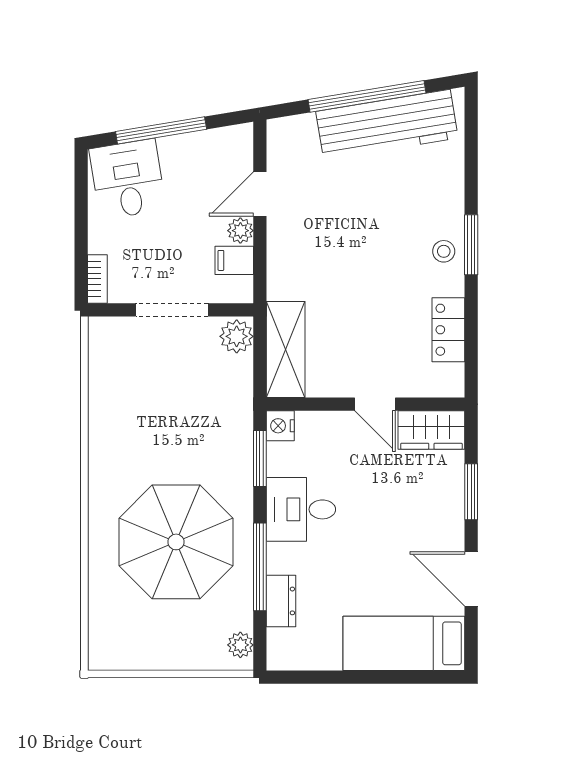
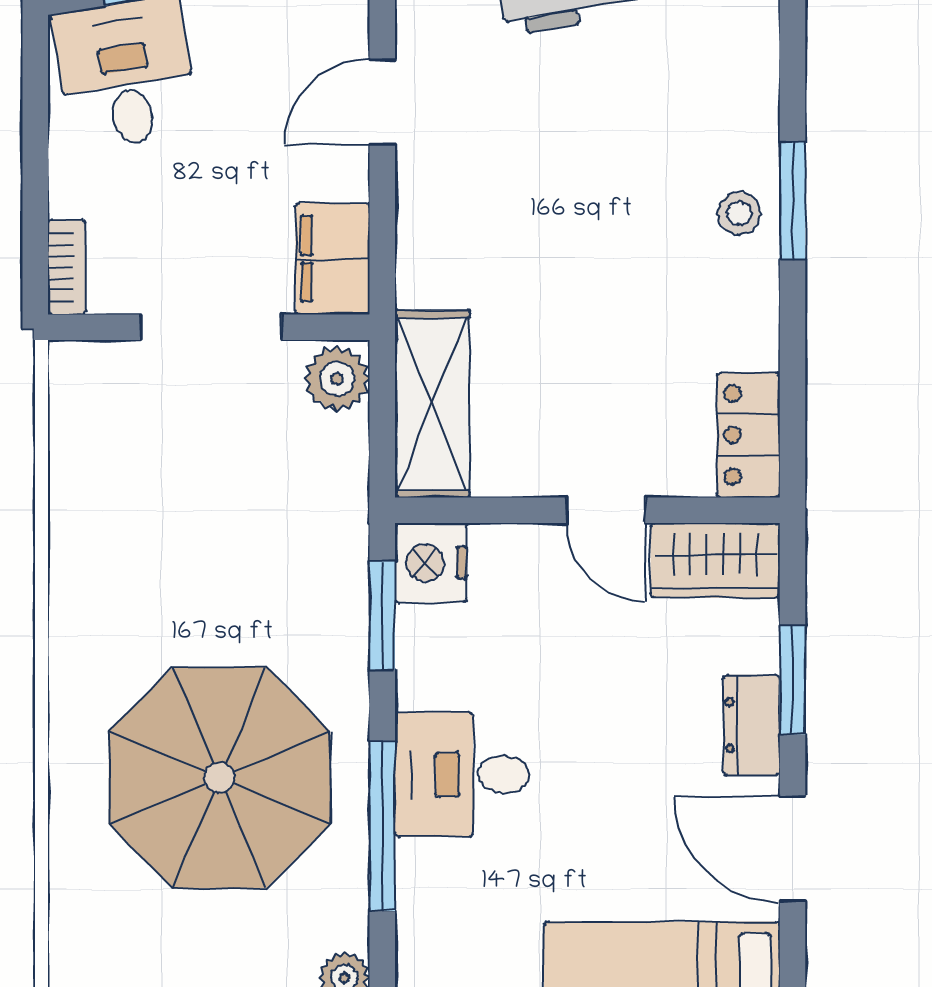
plant: (240, 231) -> (345, 173), removed
filing cabinet: (234, 260) -> (333, 259), width x2.00
locker: (448, 330) -> (748, 435), moved
nightstand: (280, 426) -> (431, 563), width x1.36, depth x1.33
desk: (301, 509) -> (462, 775), moved
dresser: (281, 601) -> (752, 725), moved, turned 180

